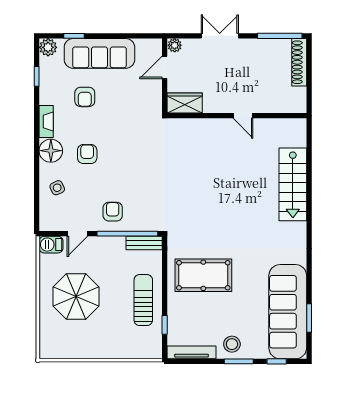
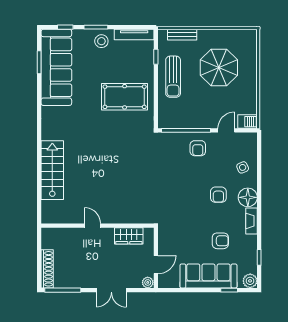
armchair: (85, 97) -> (220, 241), turned 90
wardrobe: (185, 103) -> (129, 236), moved
bench: (144, 243) -> (182, 35), moved
parasol: (76, 296) -> (219, 67), moved

